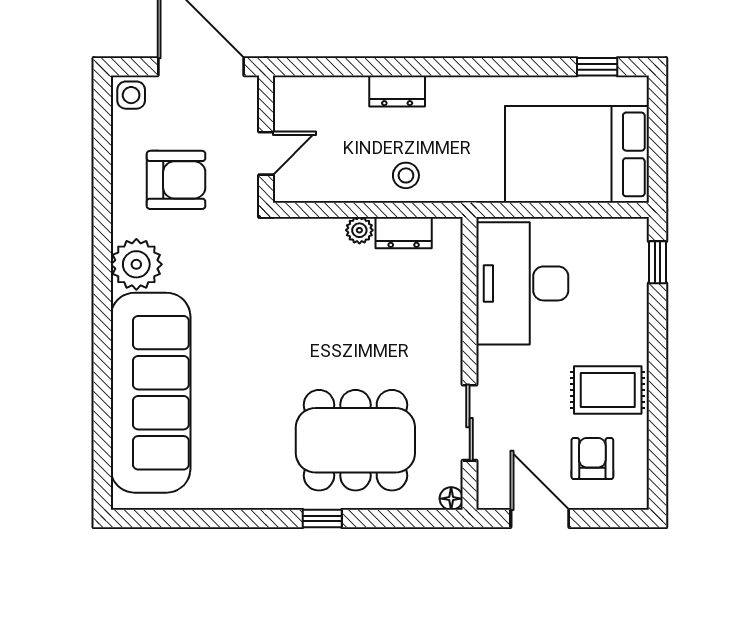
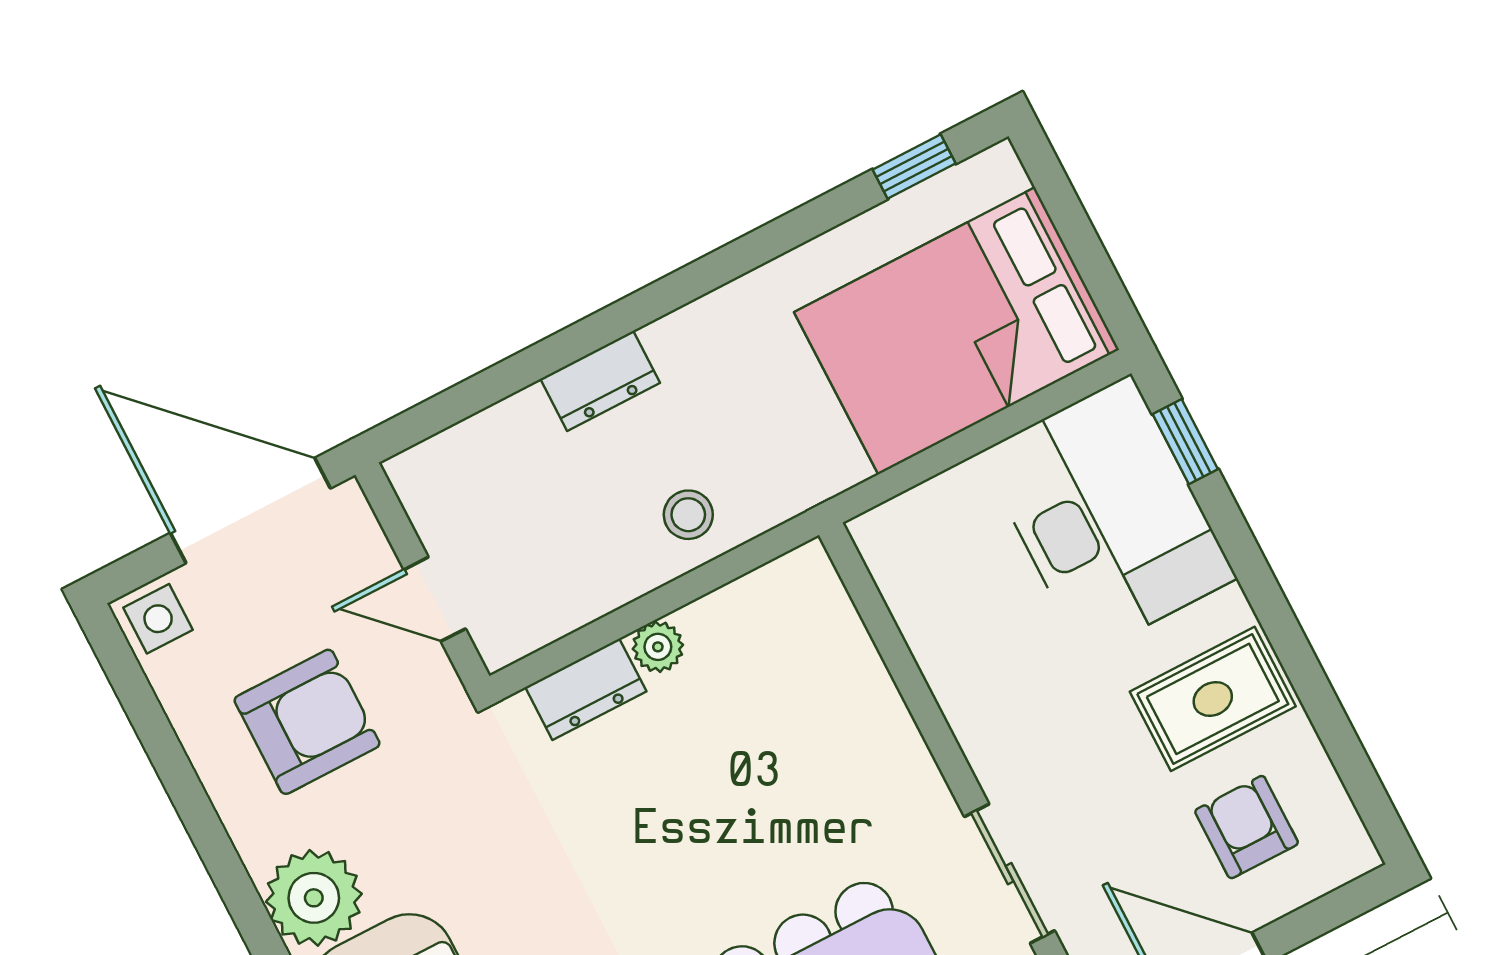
door: (266, 153) -> (435, 599), swing flipped
dresser: (404, 233) -> (586, 689), moved
desk: (522, 283) -> (1108, 515), moved, turned 180

